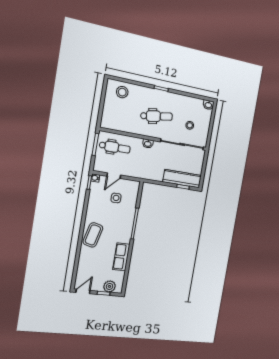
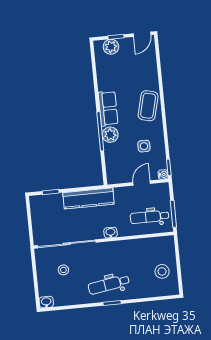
stool: (122, 92) -> (162, 271), moved
dental chair: (157, 116) -> (109, 284), moved
kitchen counter: (182, 179) -> (89, 198), moved
side table: (116, 198) -> (144, 146), moved
plant: (128, 219) -> (110, 135), added
row of seats: (121, 257) -> (108, 108), moved

